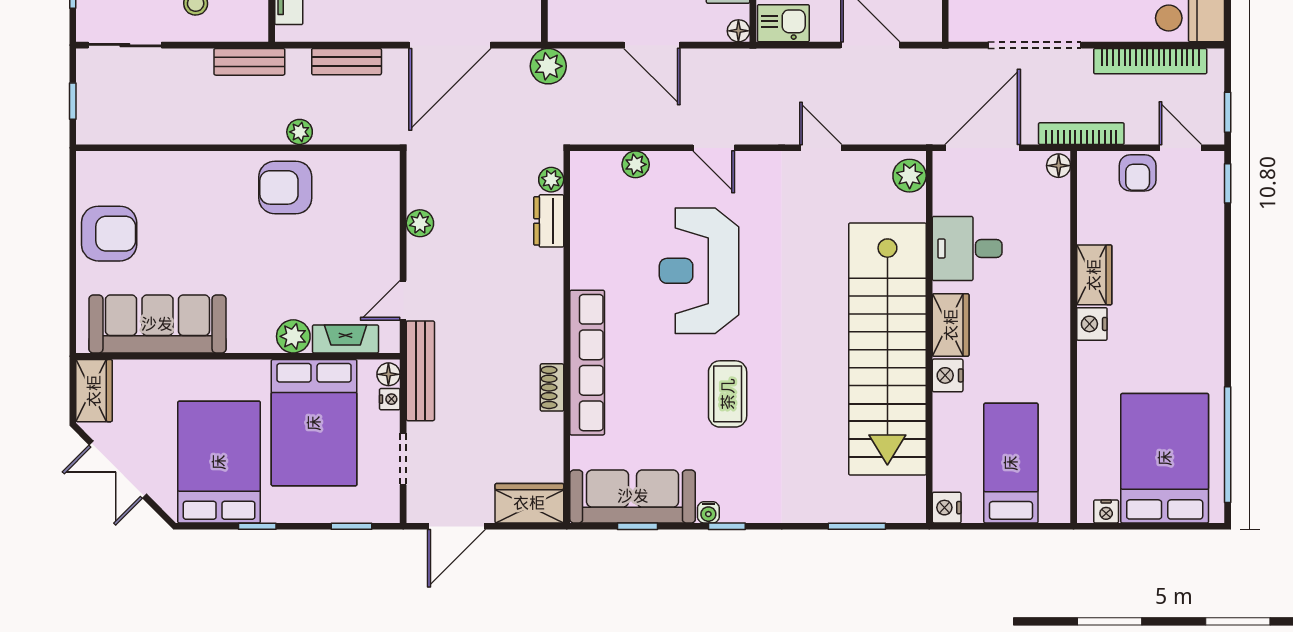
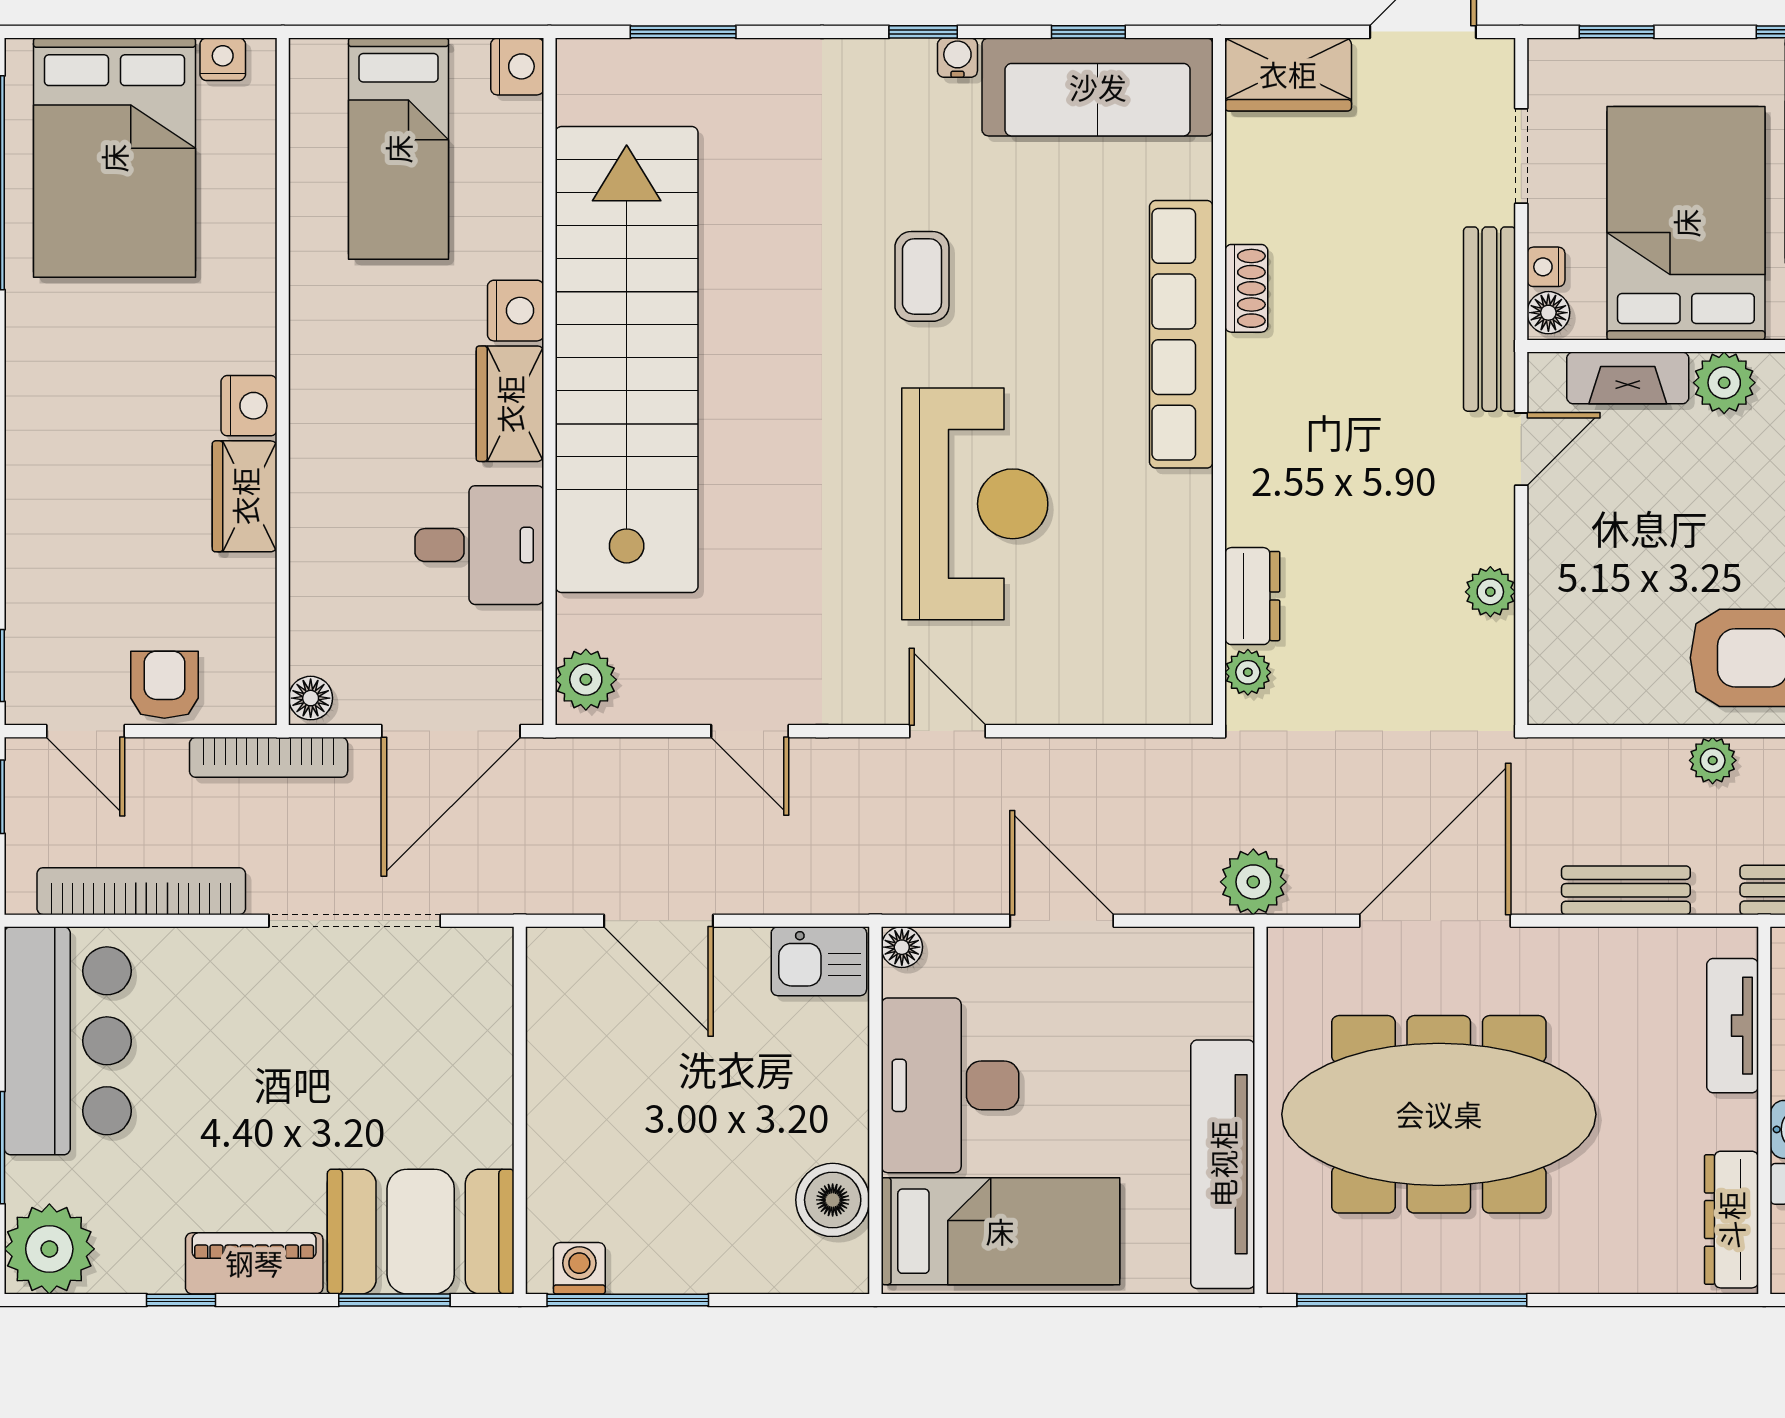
plant: (636, 164) -> (1092, 700), removed
coffee table: (728, 394) -> (922, 276), width x0.73, depth x0.77

